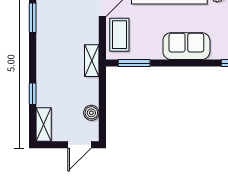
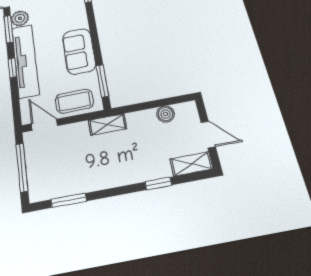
sofa: (186, 46) -> (79, 51), moved
door: (80, 145) -> (208, 135), moved

